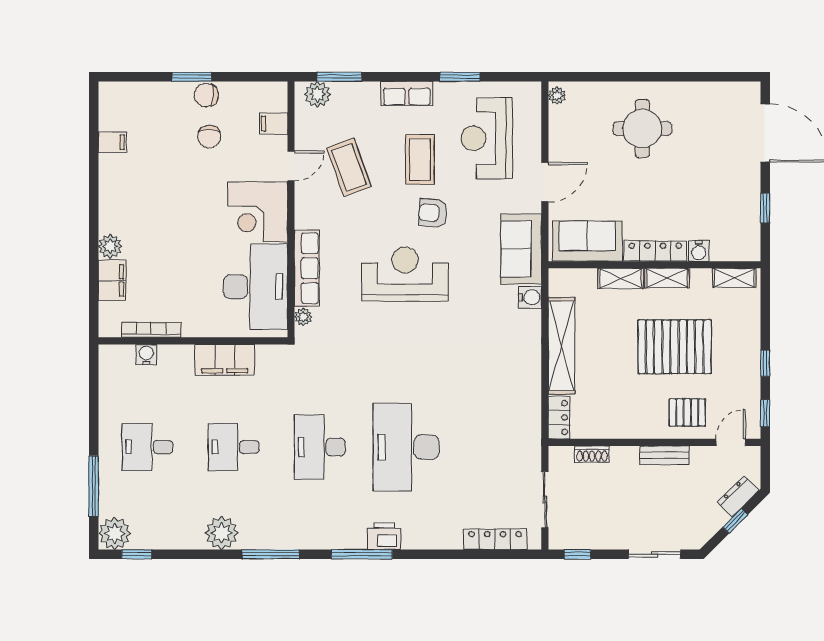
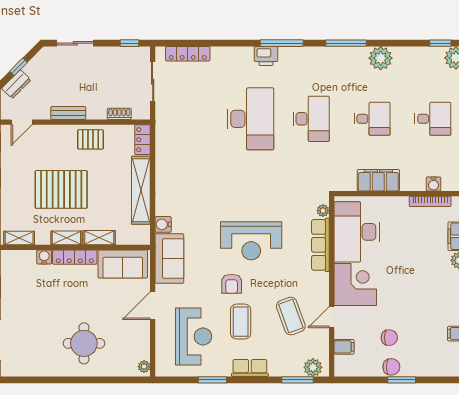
chair: (209, 137) -> (389, 338), turned 90
armchair: (433, 213) -> (232, 284), turned 86
pallet: (687, 412) -> (90, 139), moved

